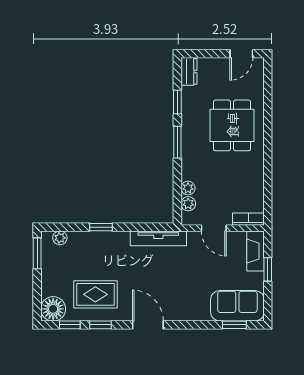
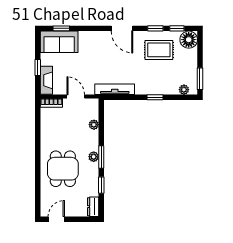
plant: (188, 204) -> (94, 157), moved

